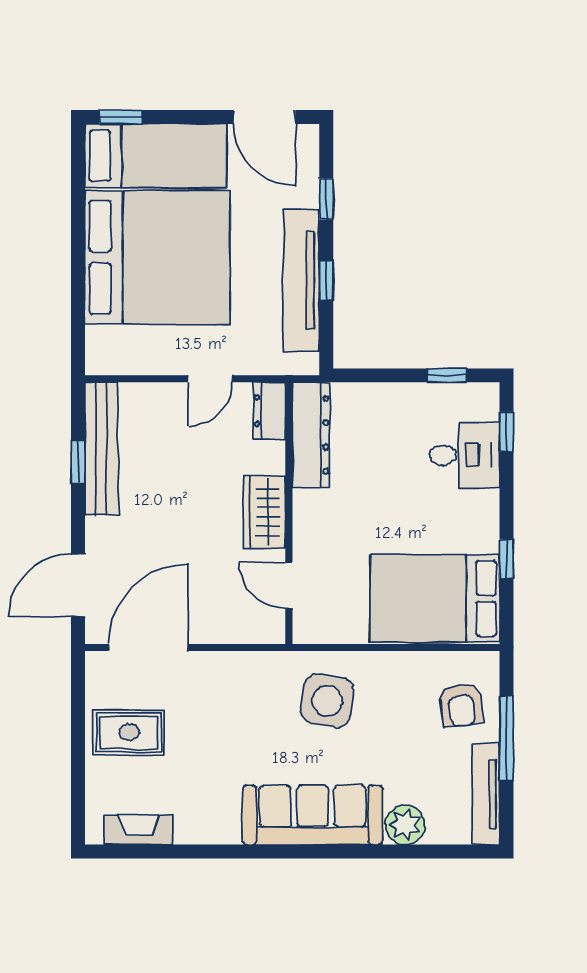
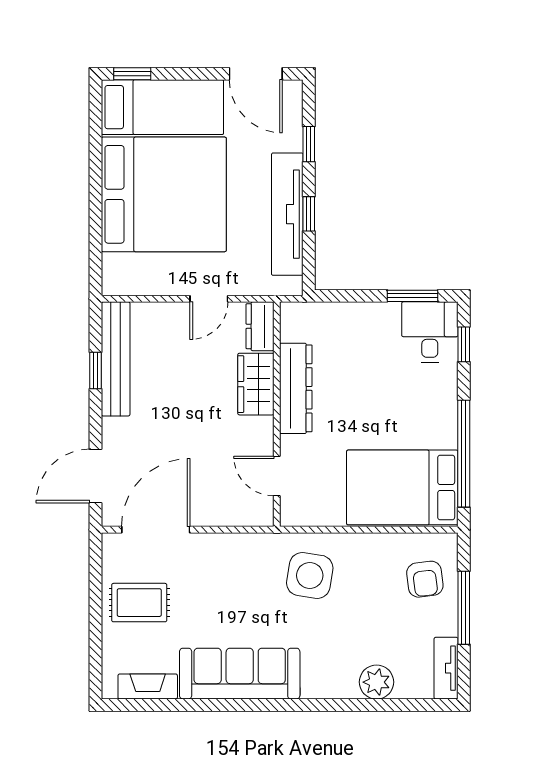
window: (447, 375) -> (413, 296), width x1.50
dresser: (311, 435) -> (296, 388), moved
desk: (465, 455) -> (430, 332), moved, turned -90
wardrobe: (265, 512) -> (256, 384), moved
window: (506, 559) -> (464, 454), width x3.17
tv unit: (486, 794) -> (446, 668), width x0.71
sofa: (313, 815) -> (240, 674), moved

